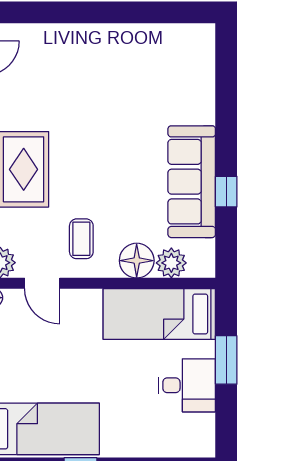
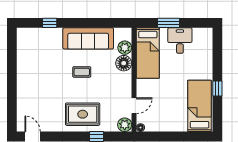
window: (226, 192) -> (50, 23), moved
coffee table: (81, 239) -> (82, 72), moved

